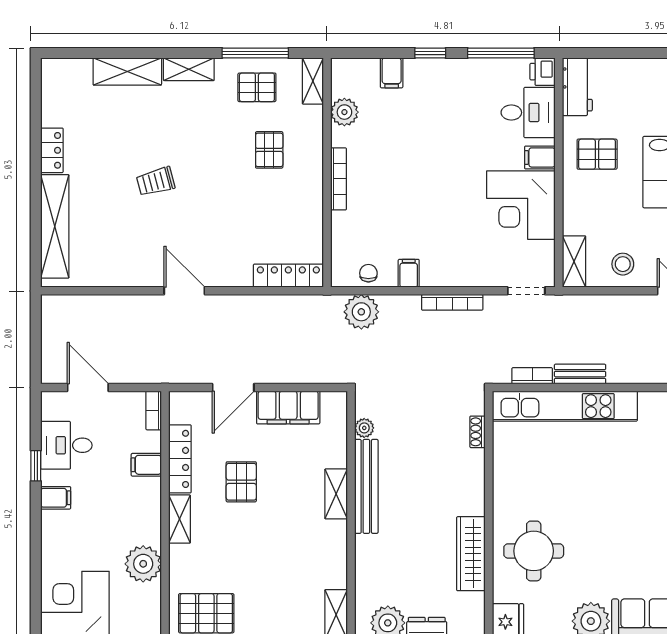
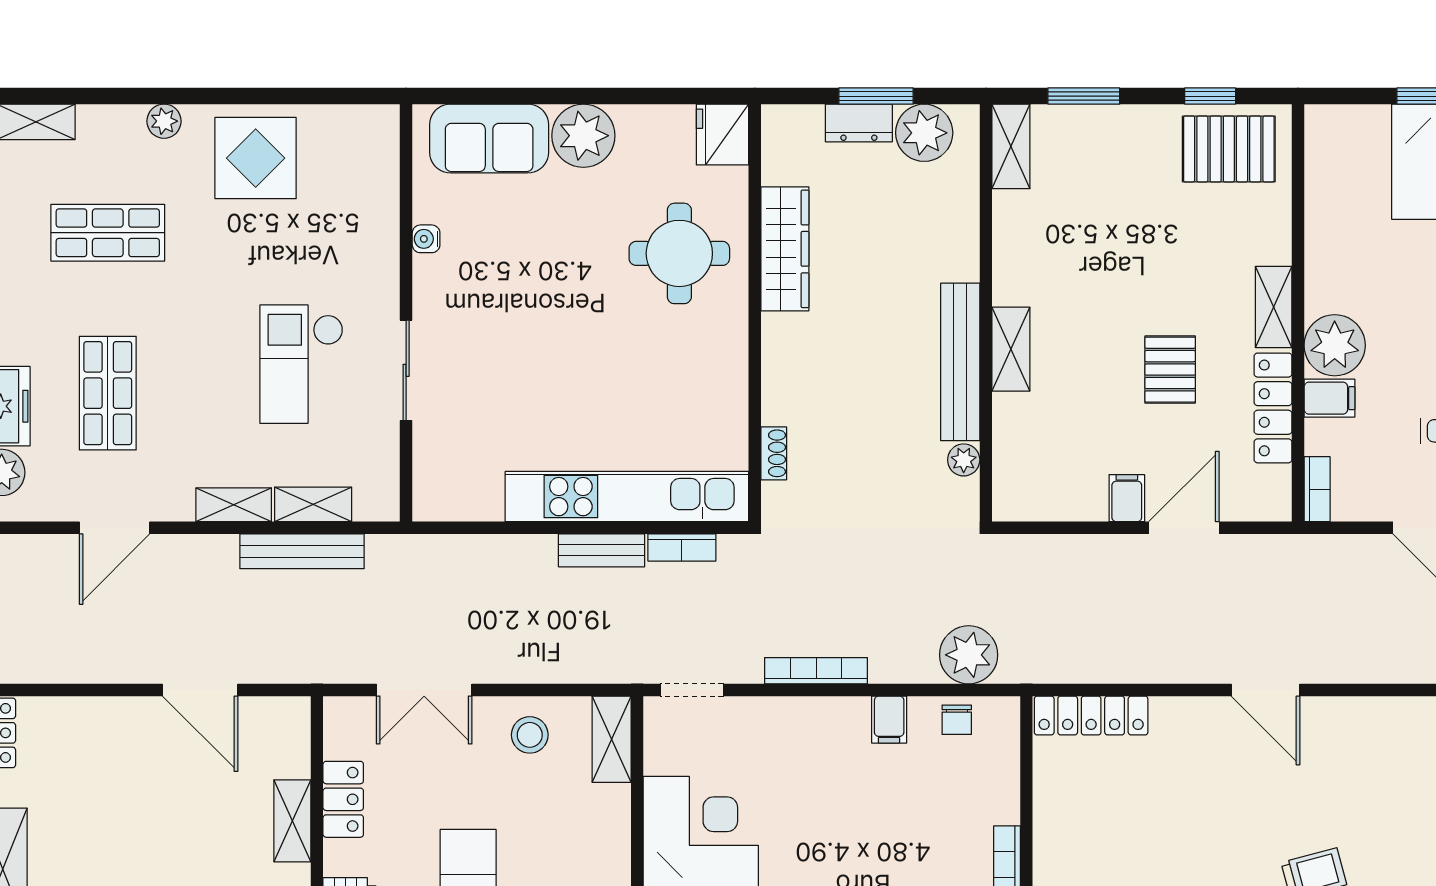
filing cabinet: (288, 408) -> (1127, 498), width x0.33, depth x0.86
plant: (143, 564) -> (1335, 345), moved

